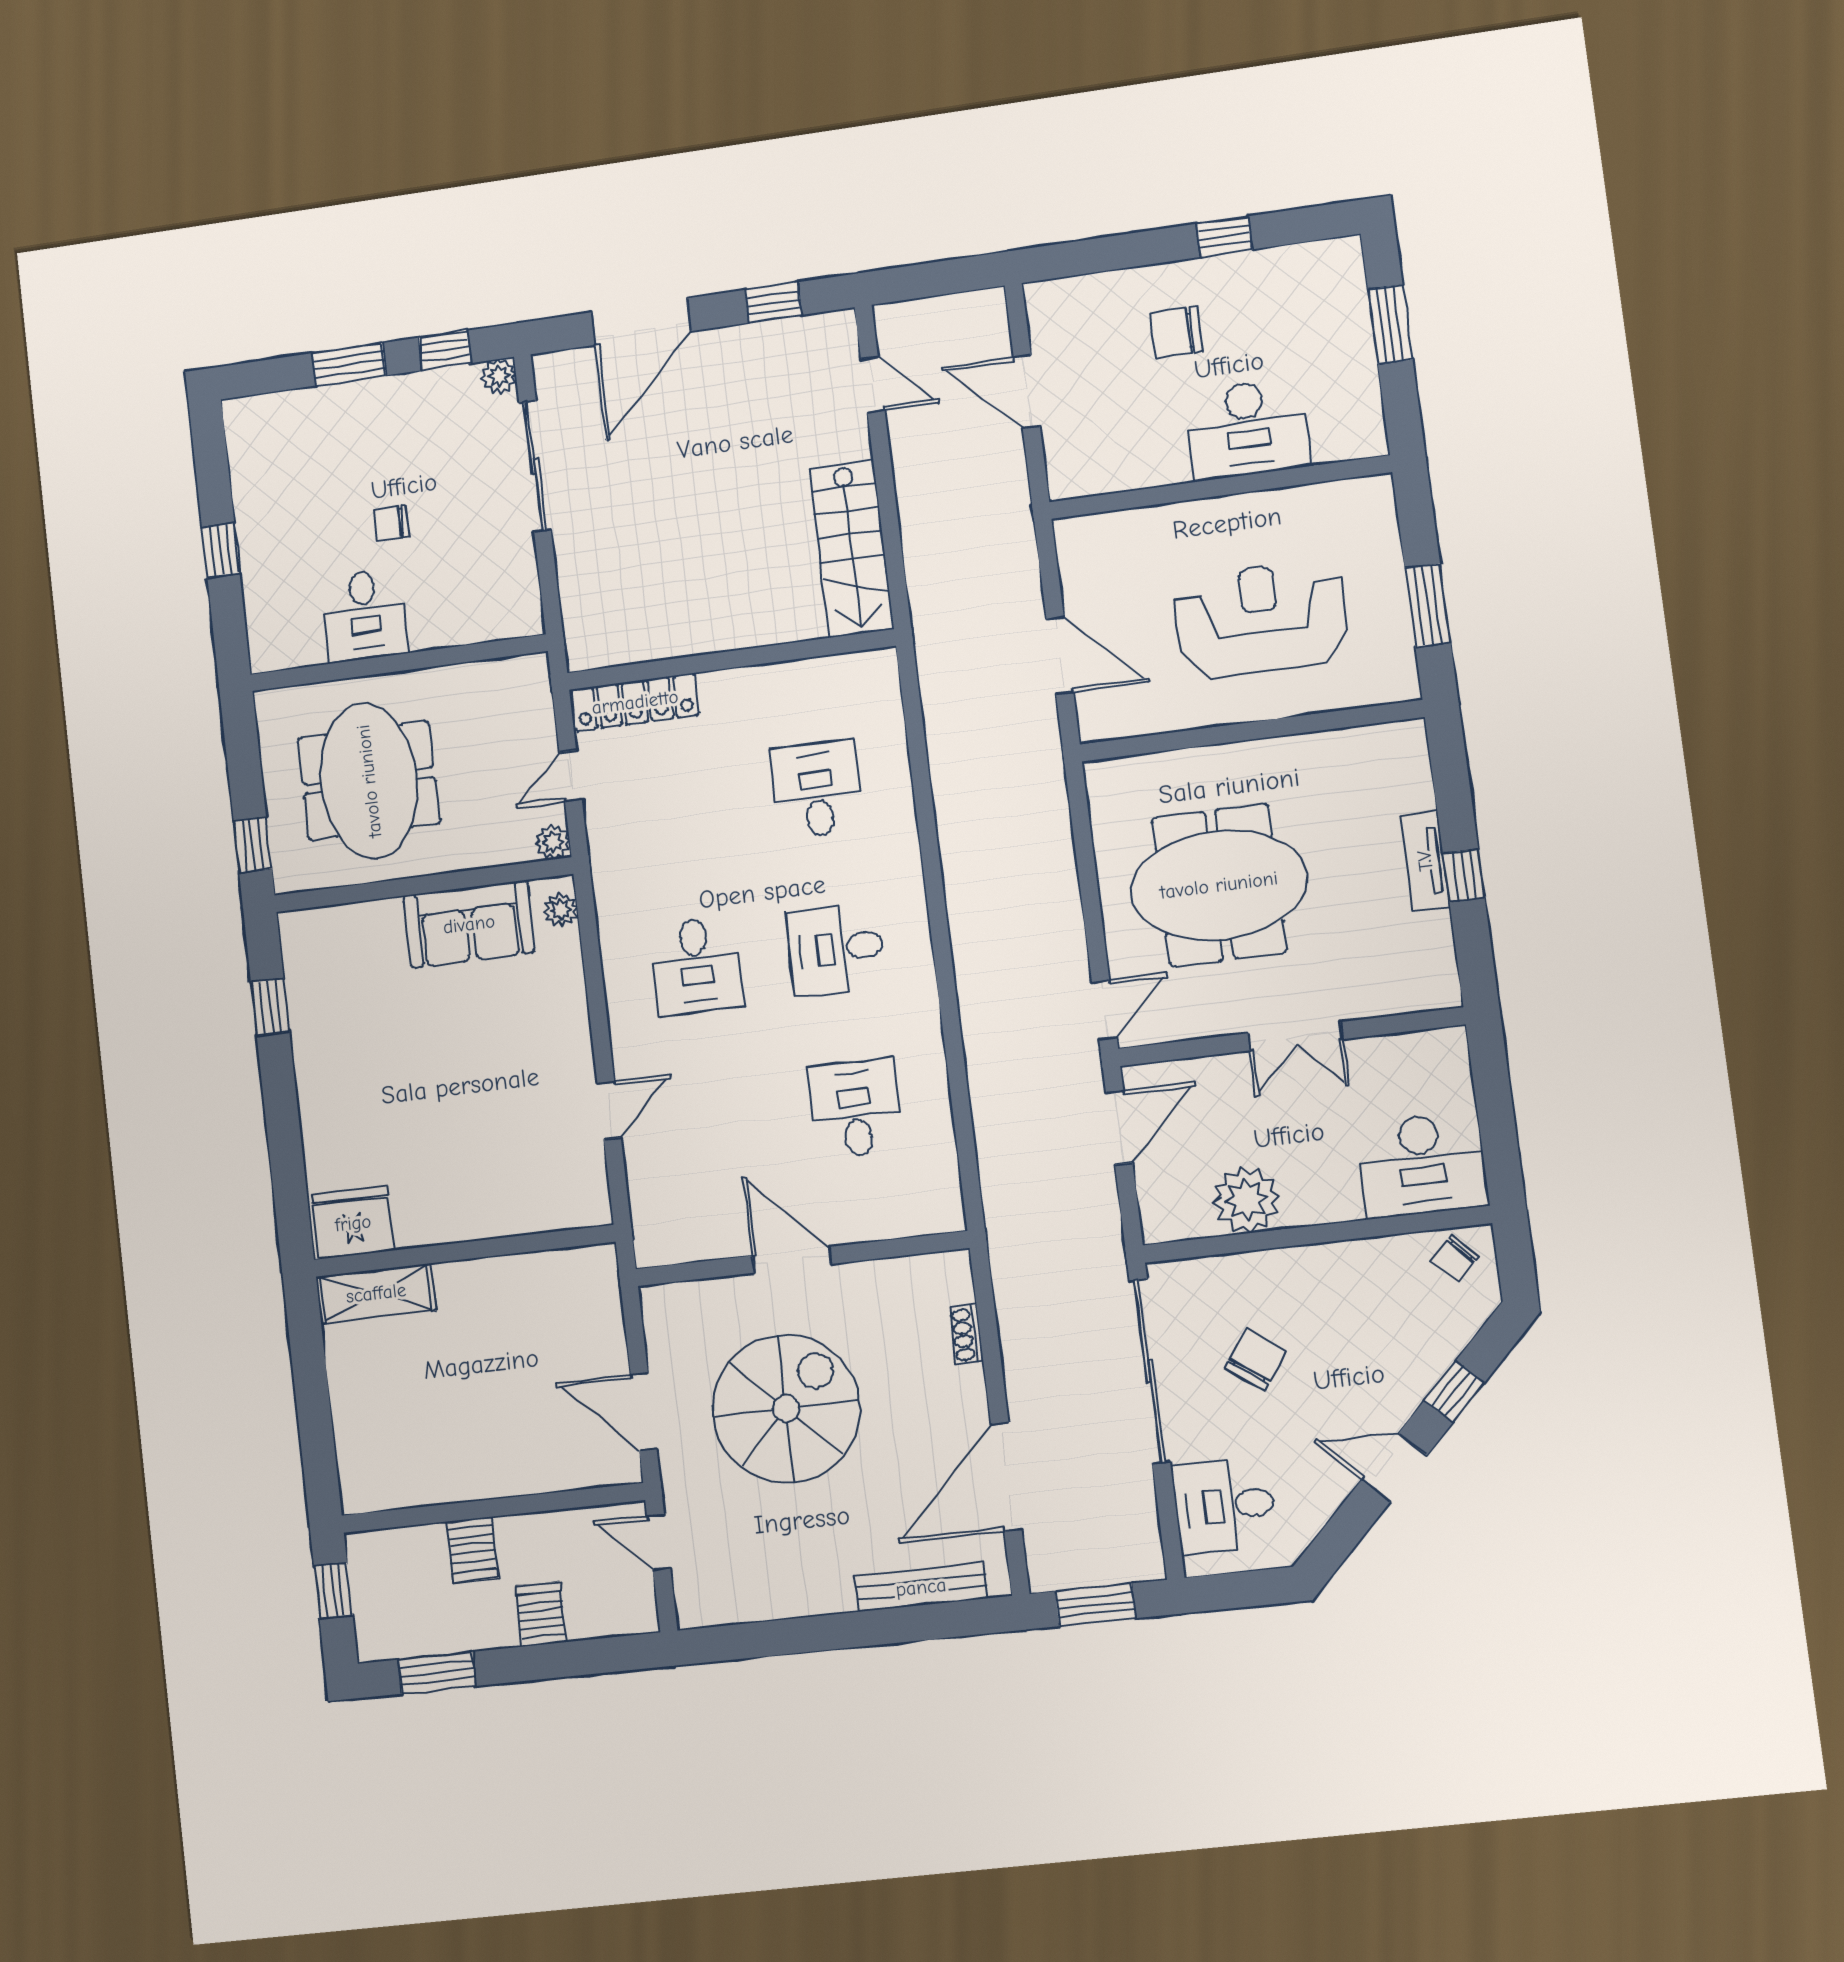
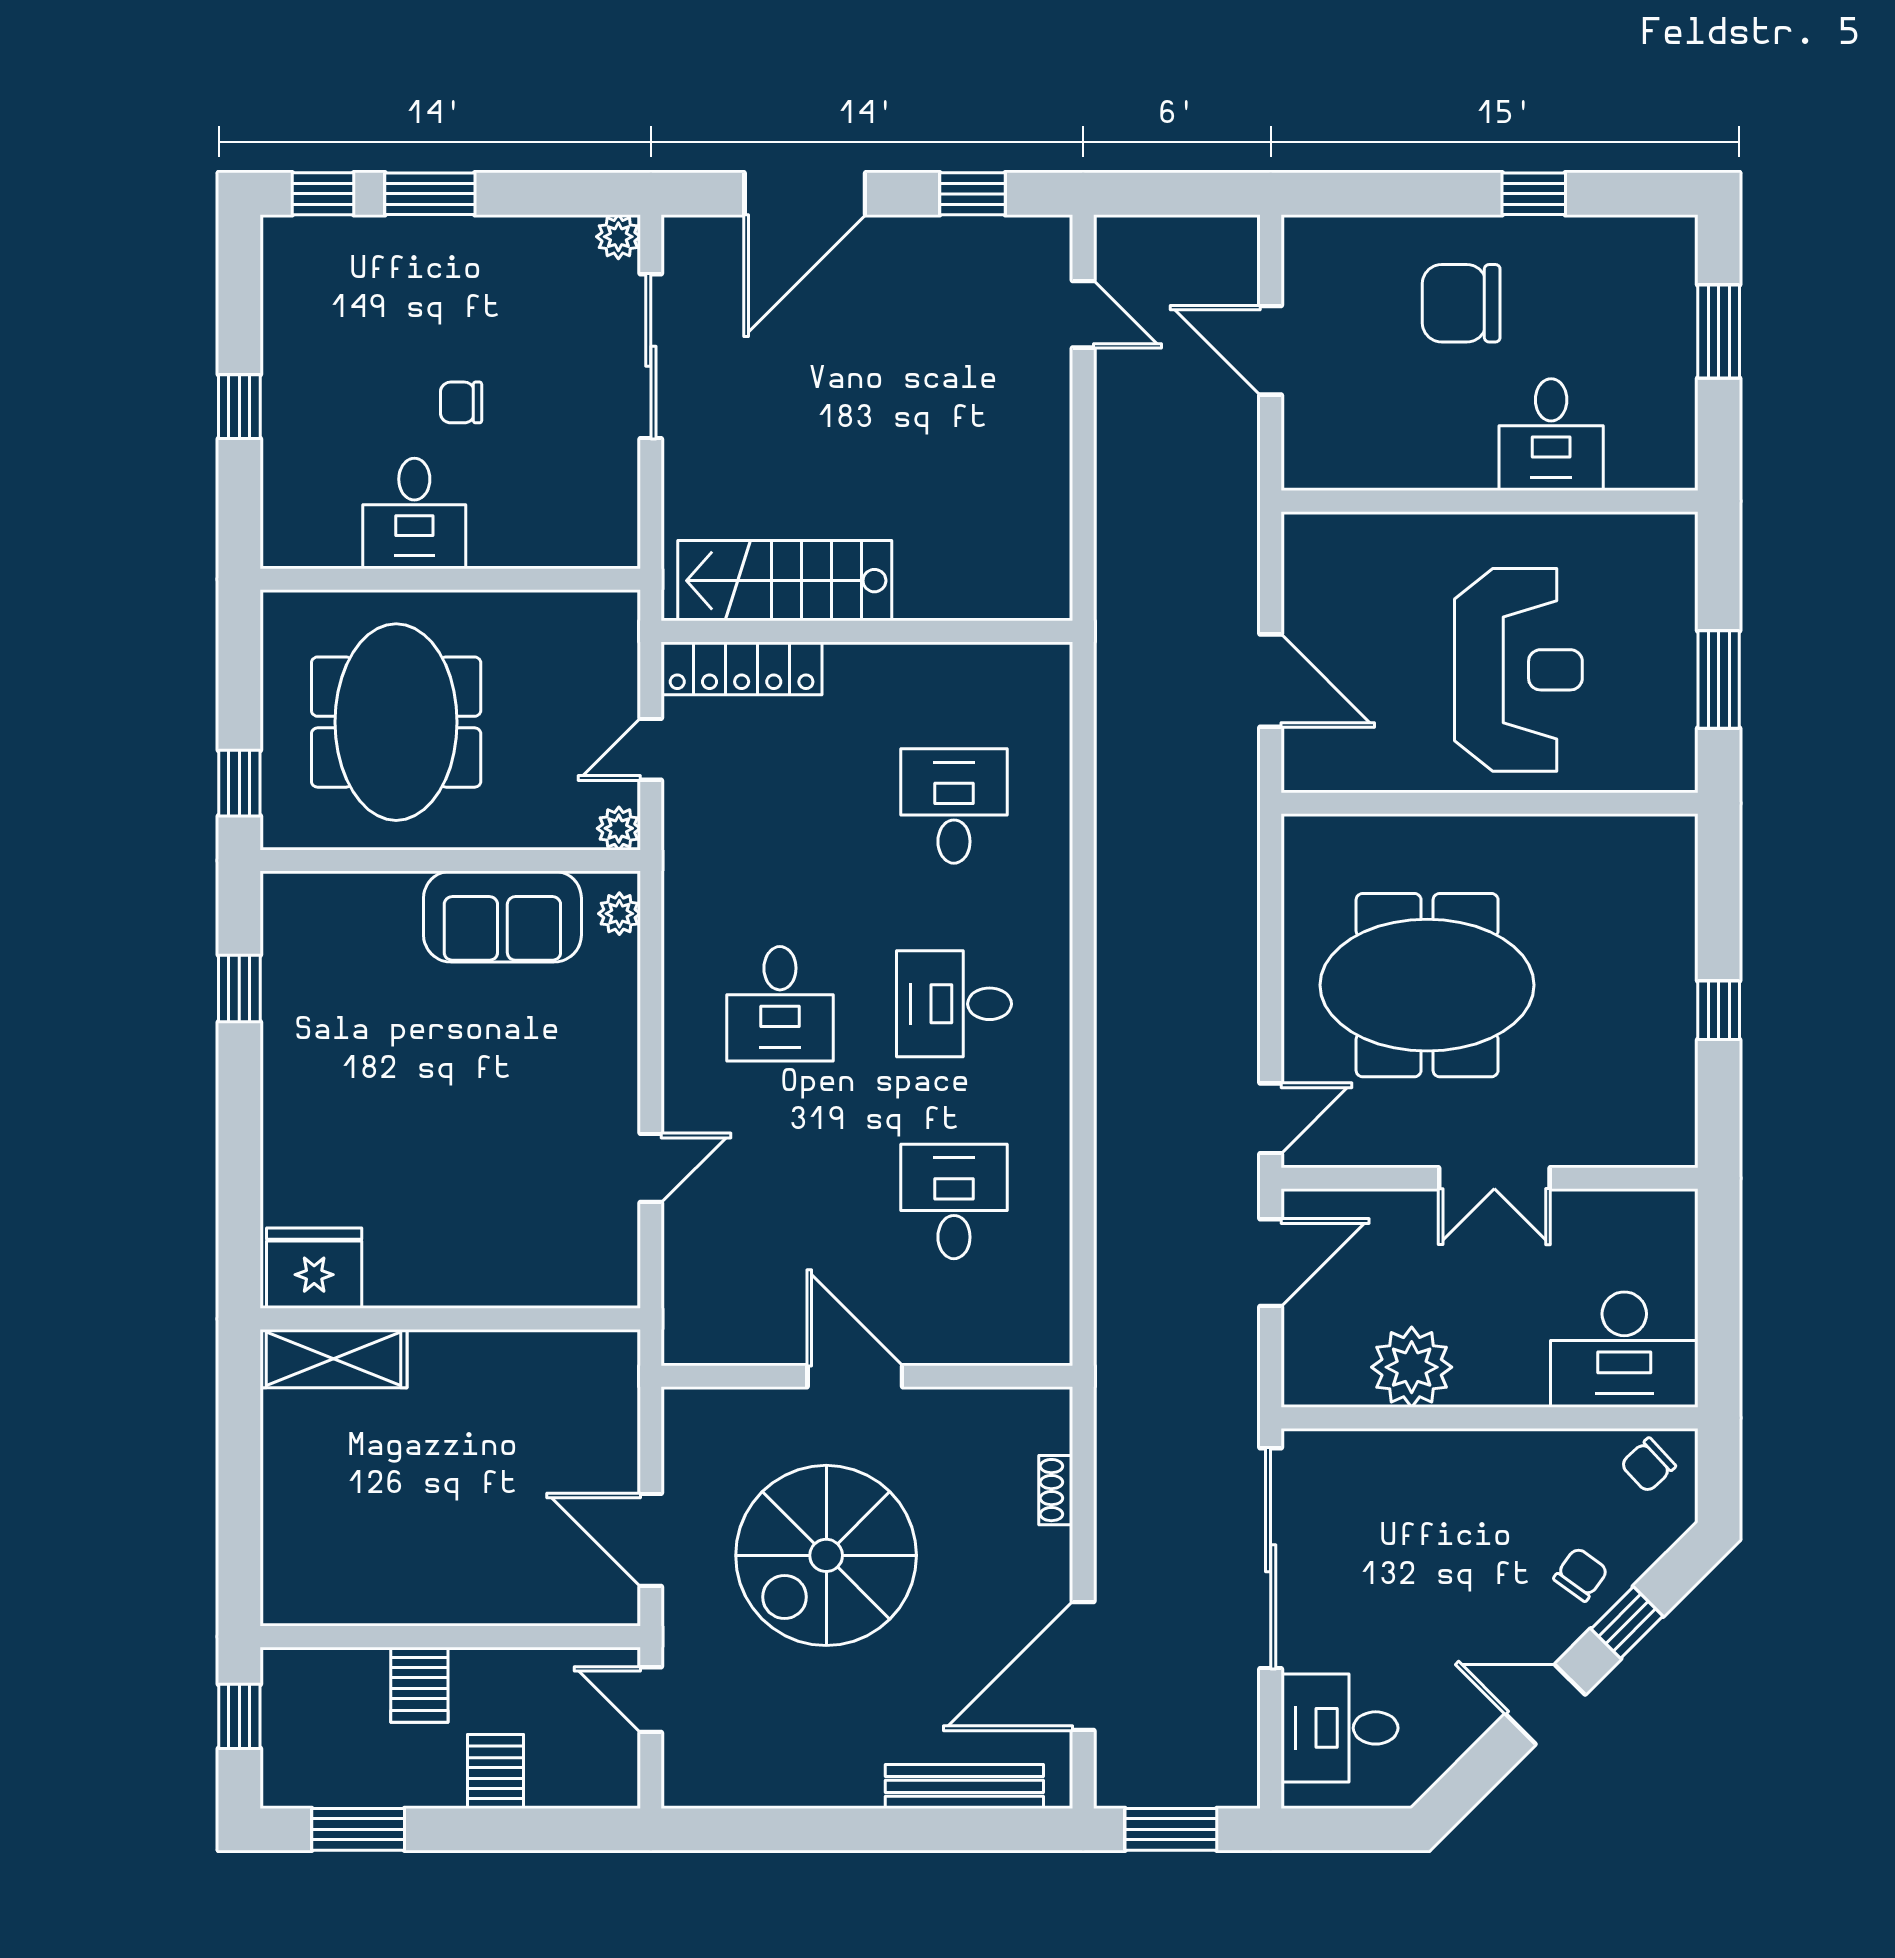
chair: (1176, 332) -> (1461, 303), width x1.37, depth x1.37
window: (445, 350) -> (323, 194), moved
desk: (1248, 429) -> (1551, 435), width x0.73
stairs: (851, 548) -> (785, 581), moved, turned 90
reception desk: (1261, 620) -> (1518, 670), turned 90
tv unit: (1425, 861) -> (1675, 988), removed
chair: (1256, 1359) -> (1581, 1574), moved, width x0.73, depth x0.73
spiral stairs: (786, 1409) -> (826, 1555), turned 180

